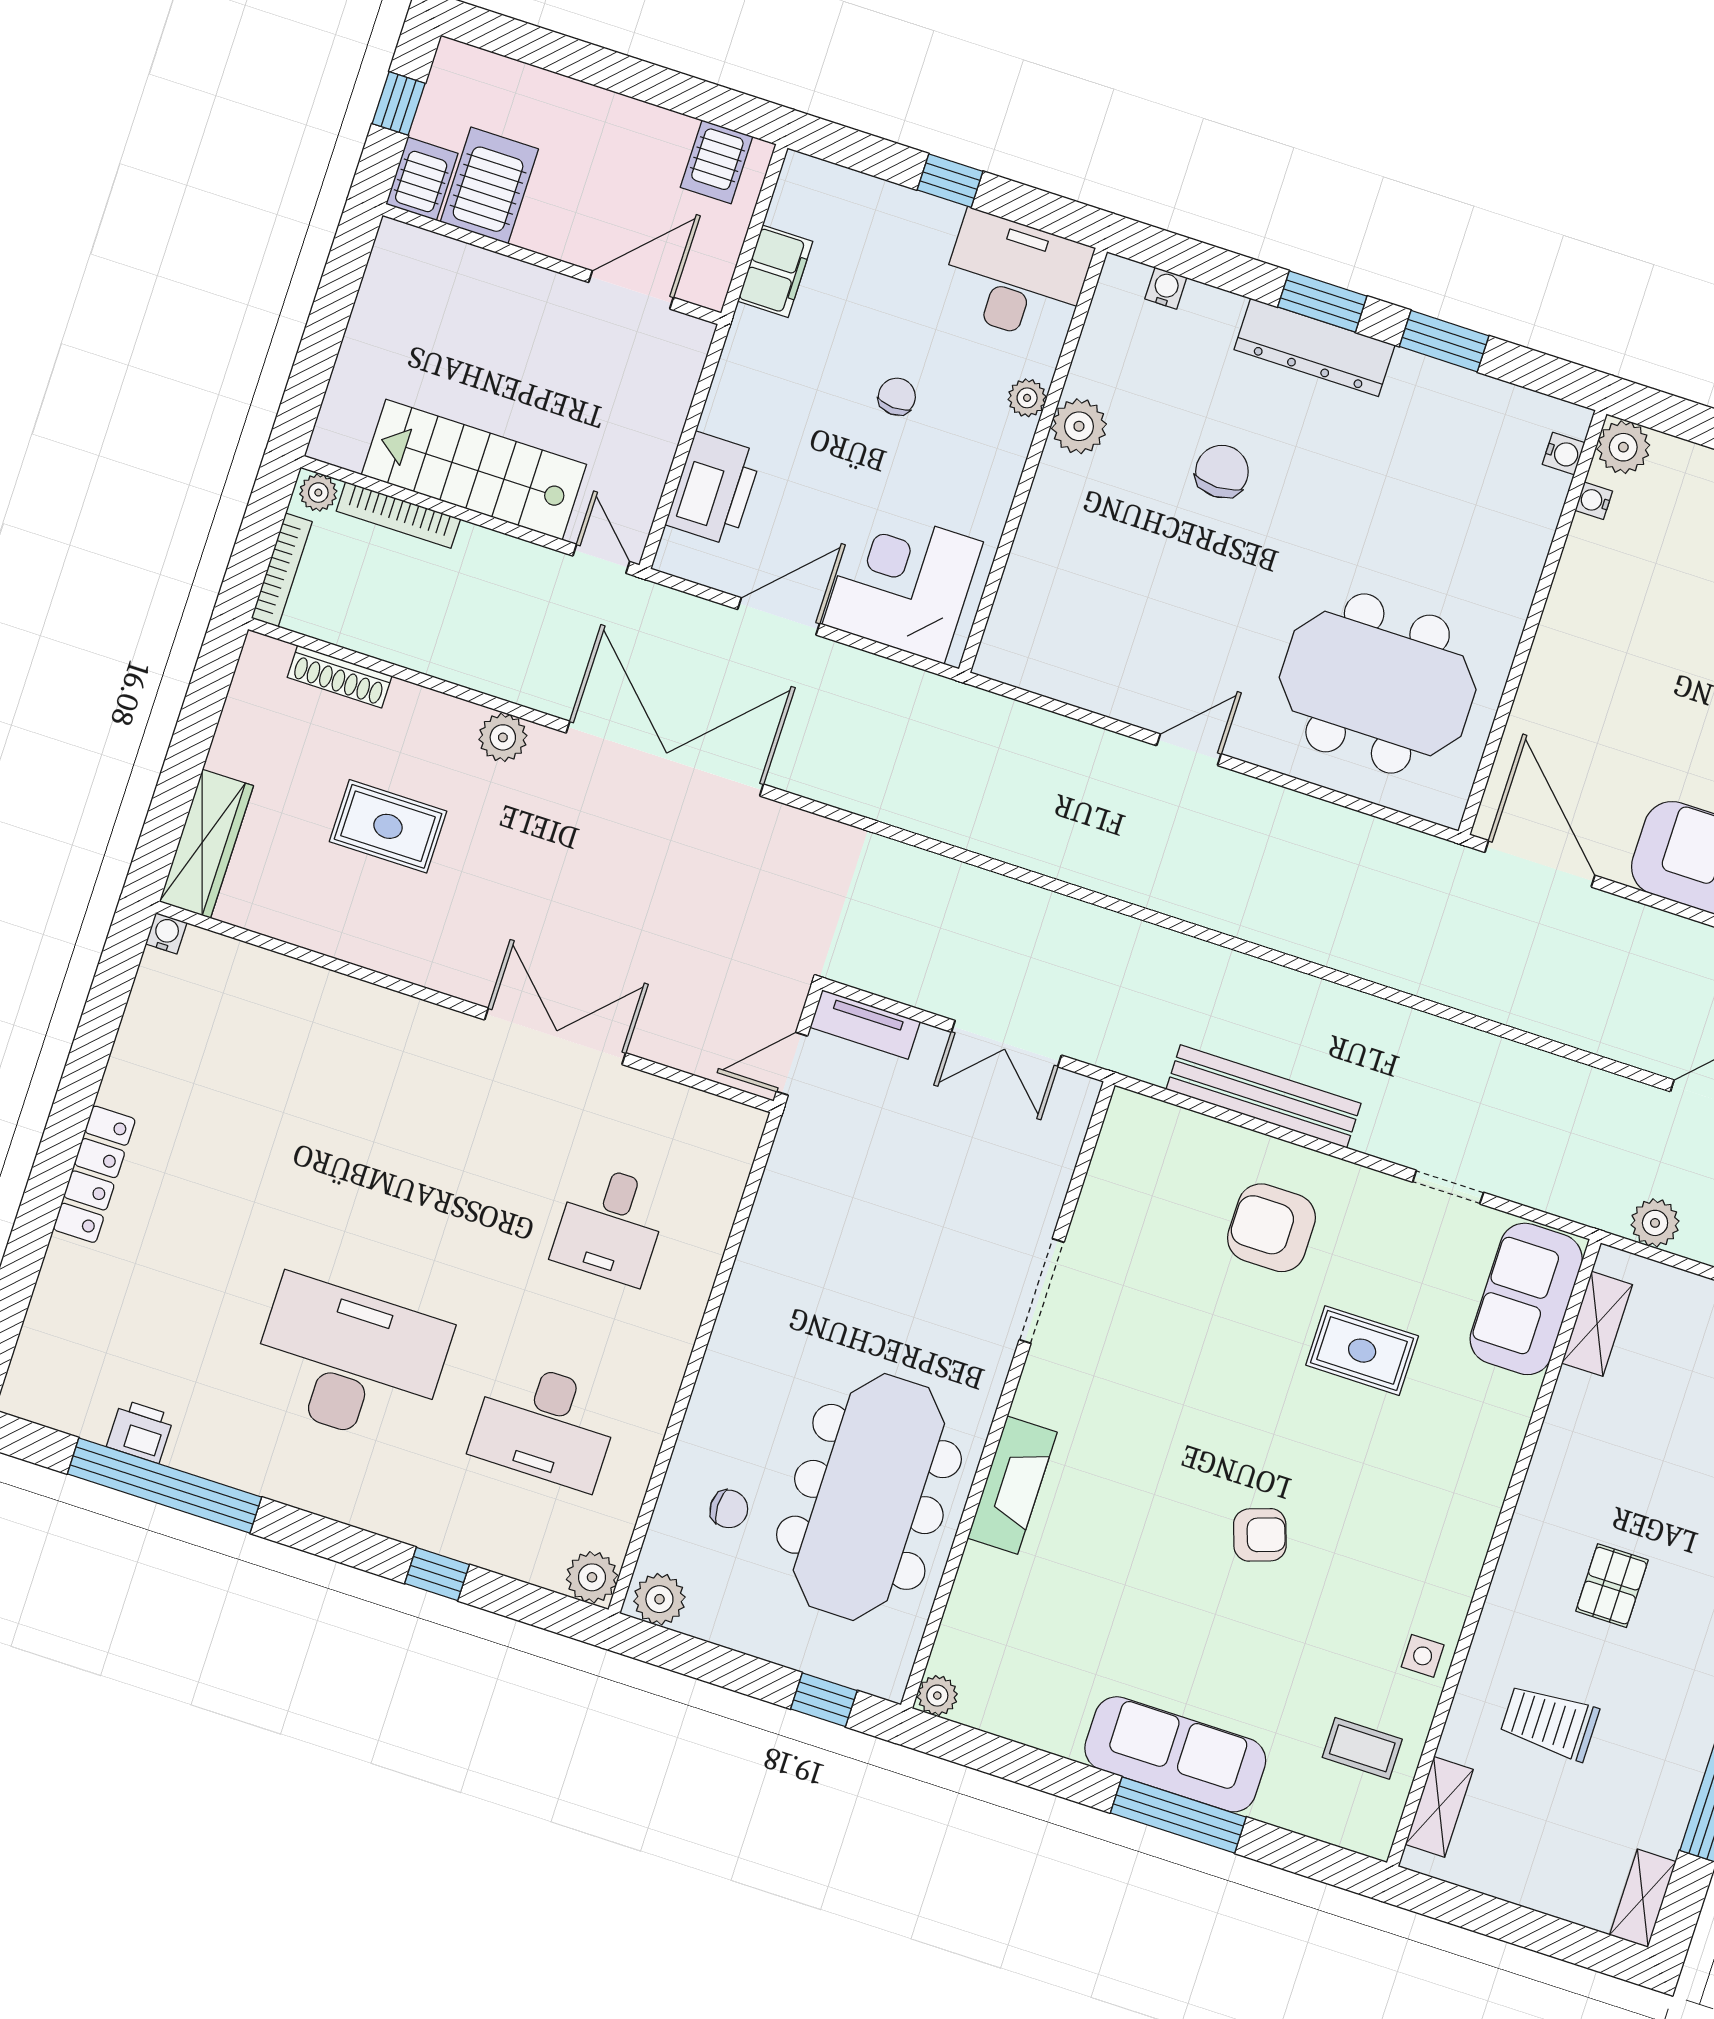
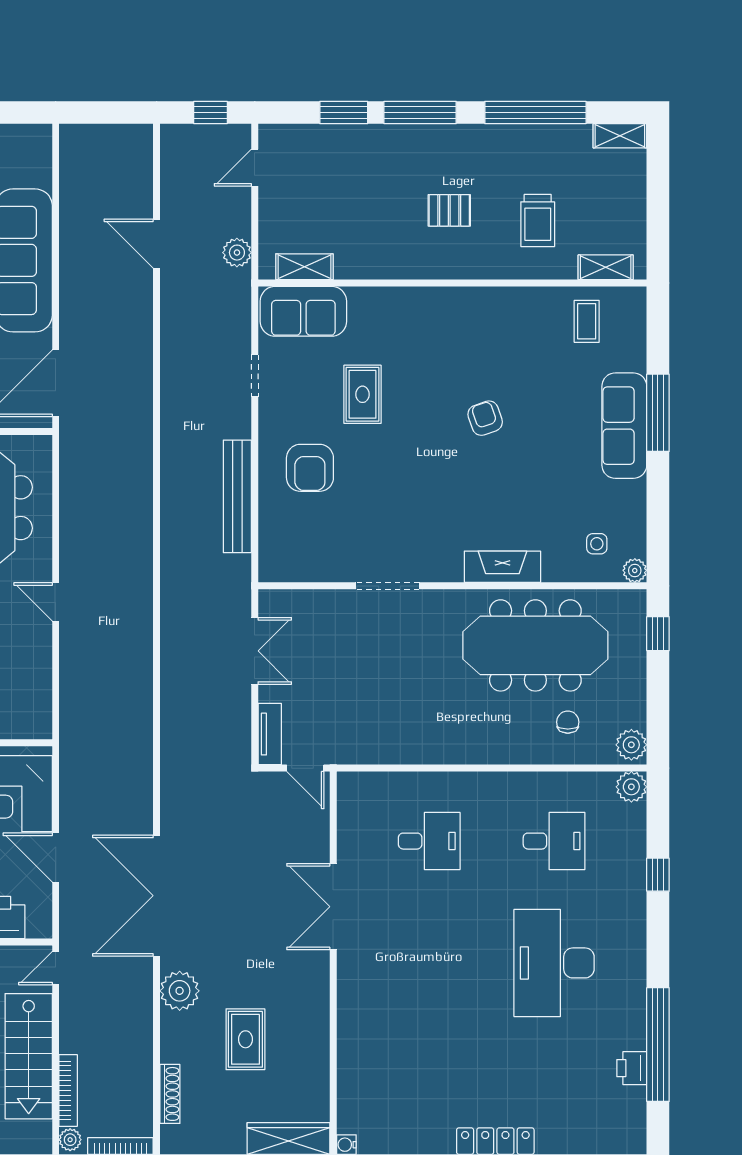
plant: (503, 737) -> (180, 991), width x1.36, depth x1.36
desk: (545, 1425) -> (554, 841), width x0.73
side table: (1423, 1656) -> (597, 544), moved

